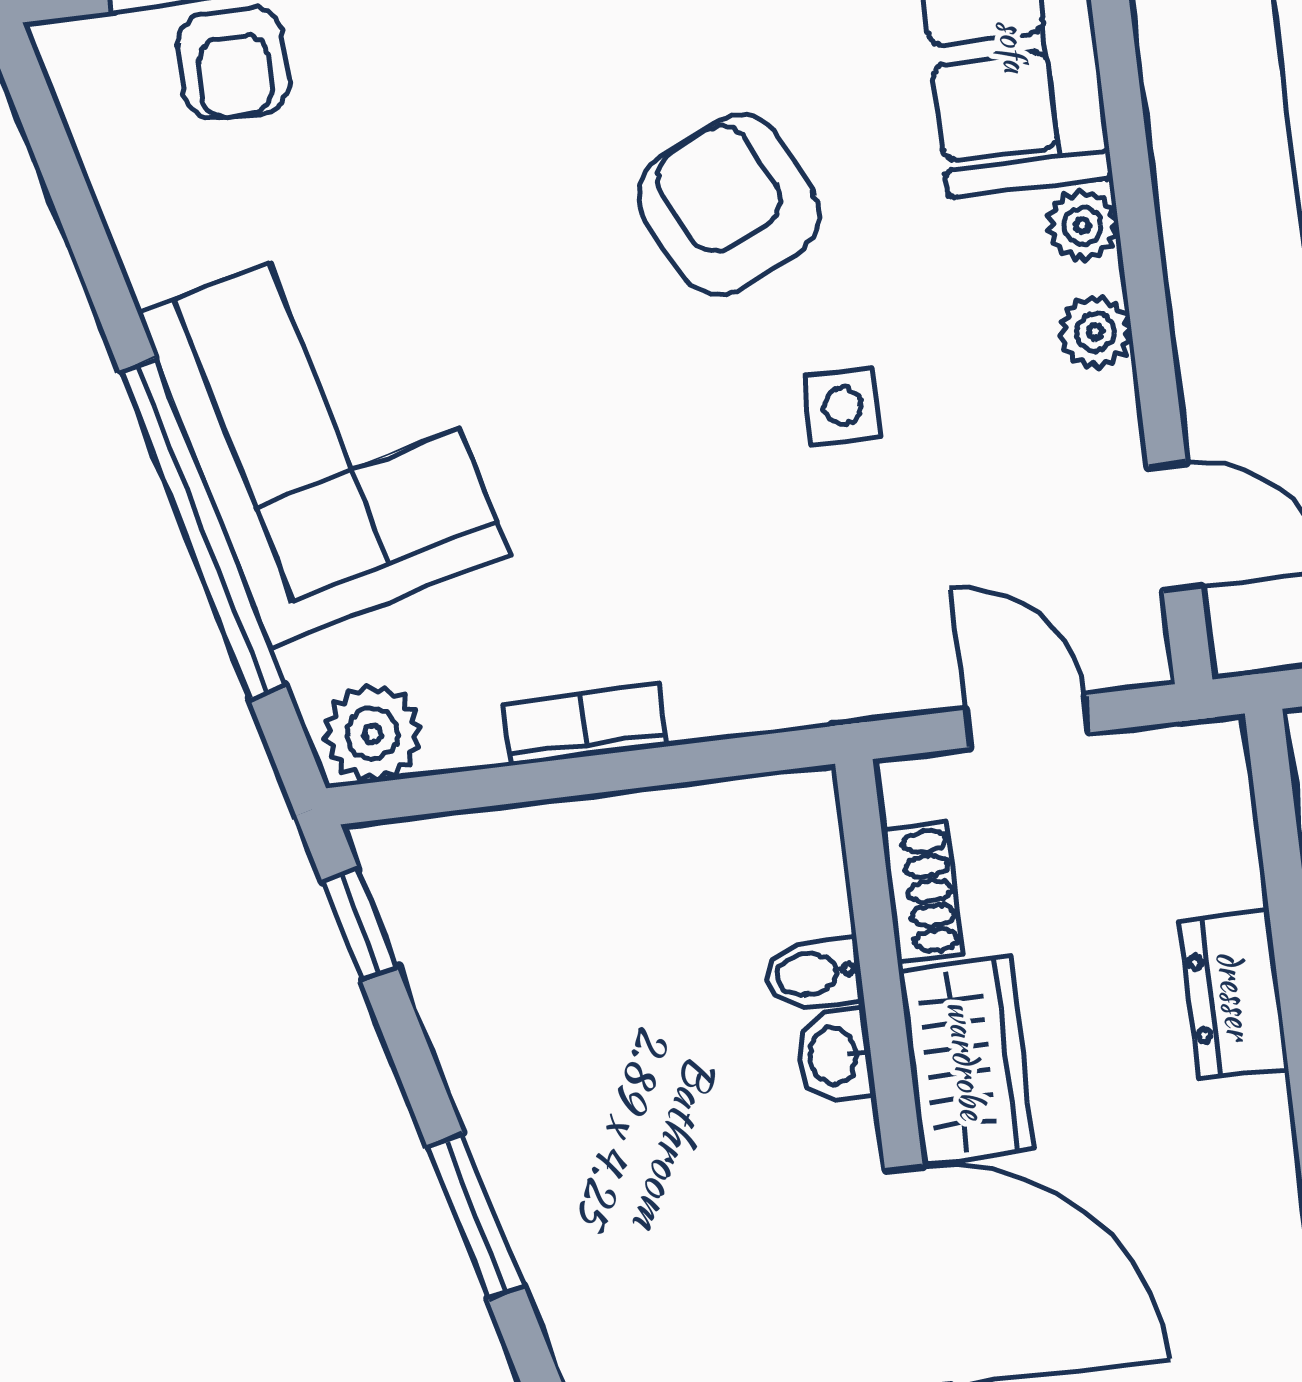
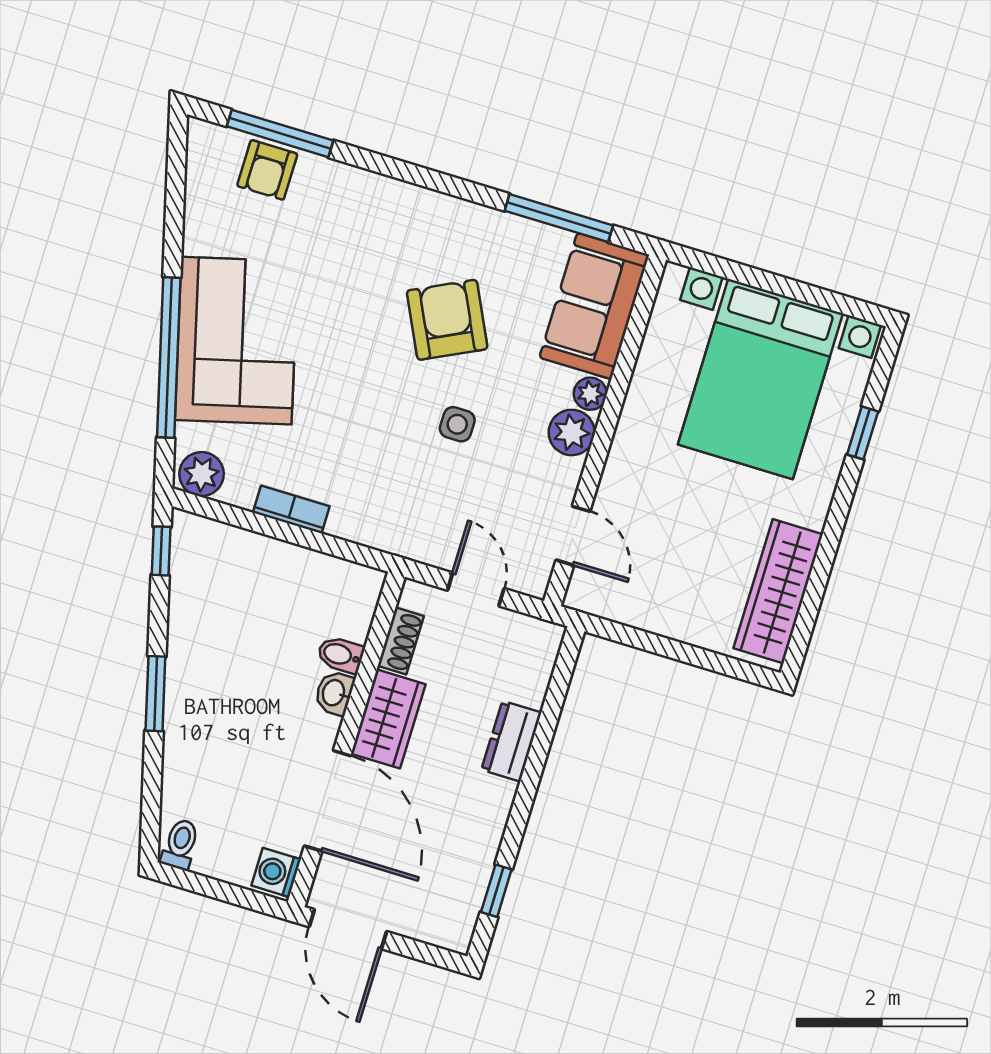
plant: (1095, 332) -> (572, 432), width x1.38, depth x1.38

